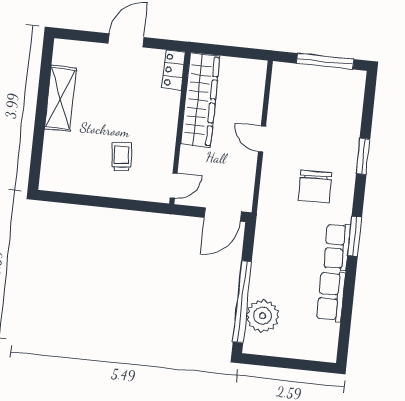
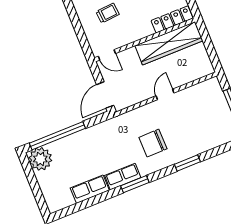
locker: (173, 70) -> (172, 19), width x1.53
door: (223, 215) -> (105, 95), hinge flipped
plant: (263, 316) -> (40, 159), moved

